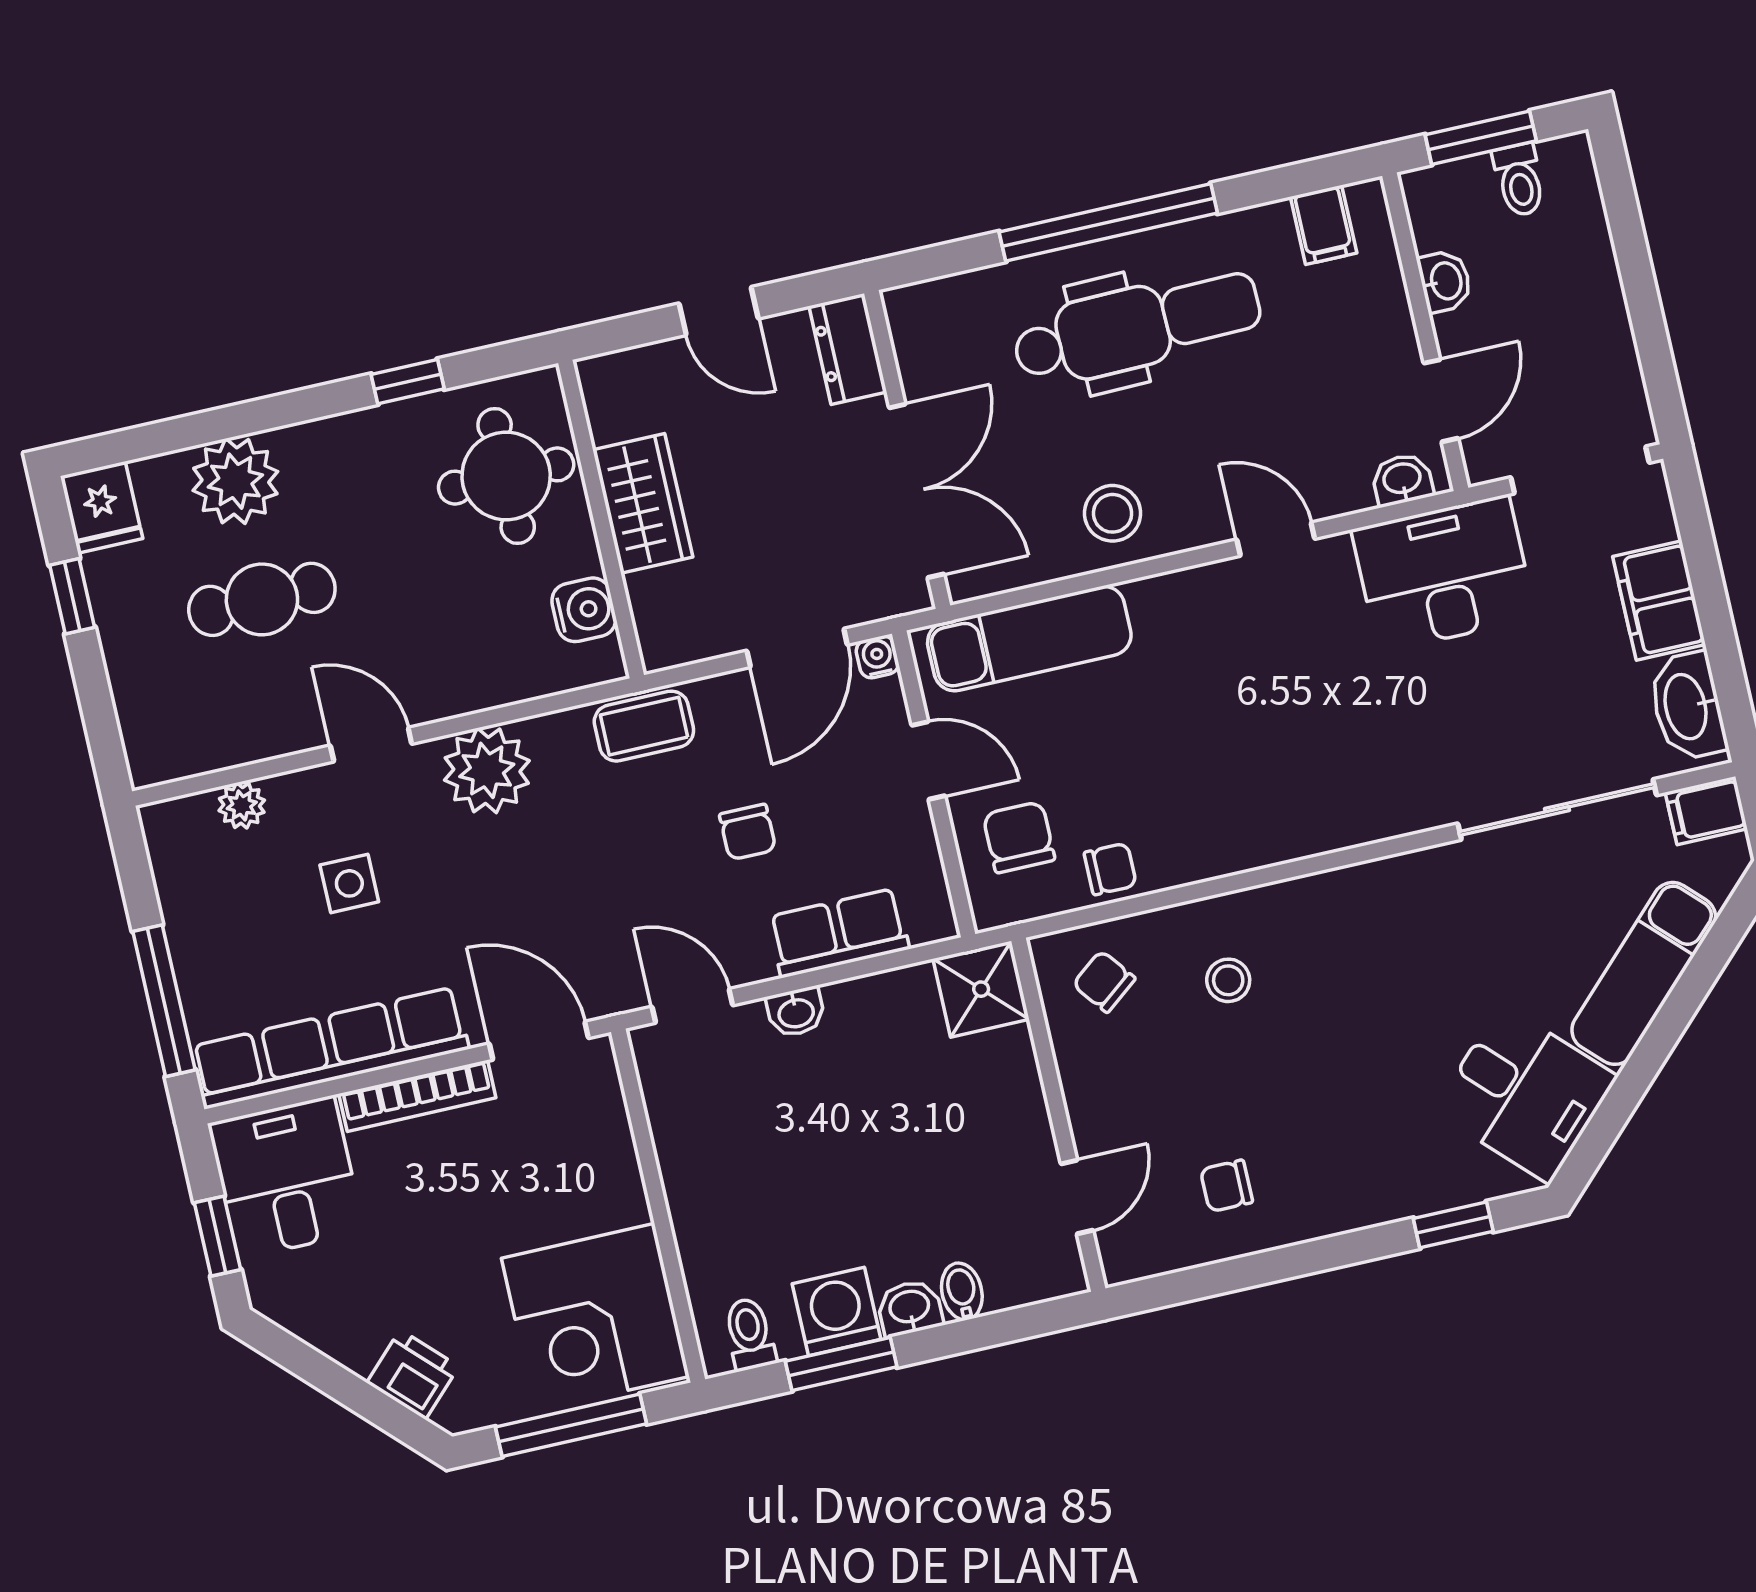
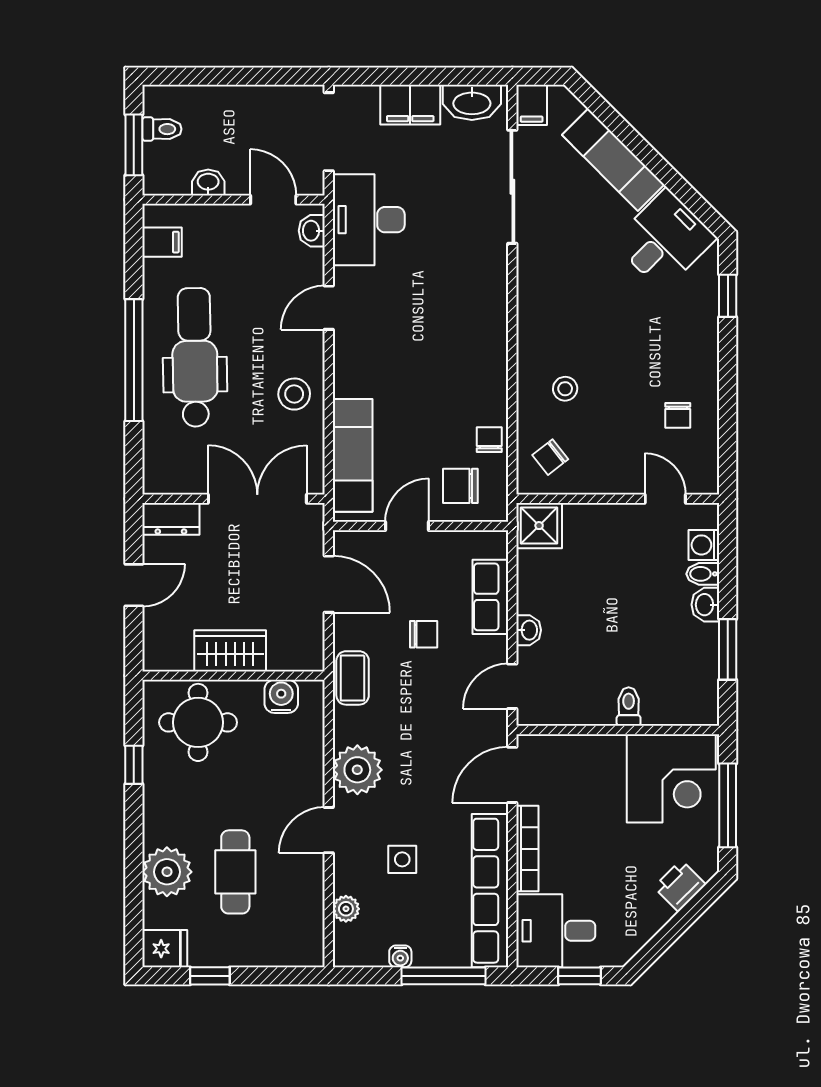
water cooler: (877, 657) -> (400, 956), moved, turned -90
washing machine: (837, 1311) -> (704, 545), moved, width x0.73, depth x0.73
toilet: (750, 1334) -> (629, 707), moved, turned 90

